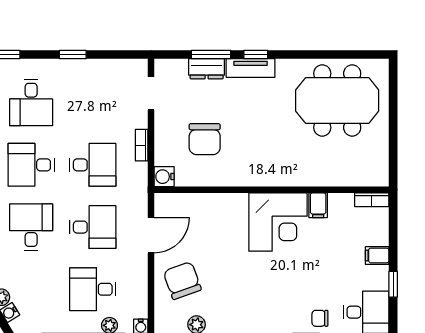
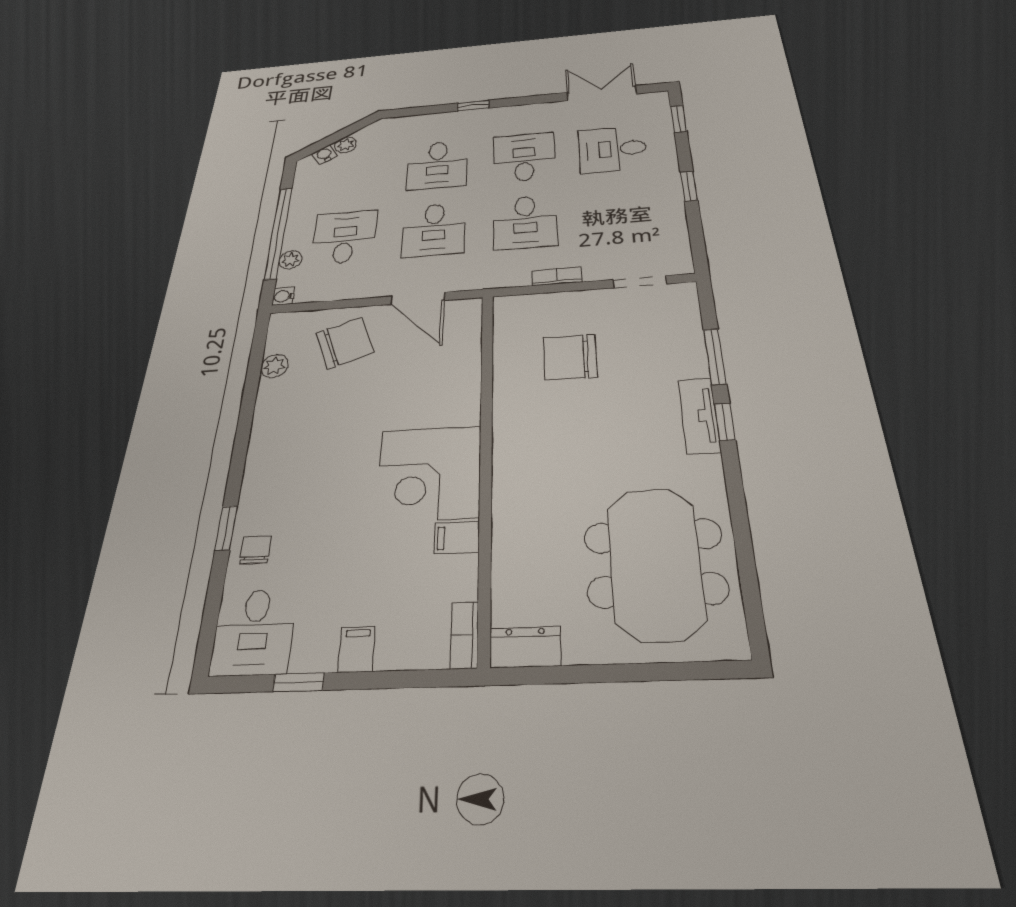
dresser: (207, 69) -> (525, 647), moved, turned 90
water cooler: (164, 177) -> (508, 308), removed
desk: (31, 227) -> (437, 165), turned 90

